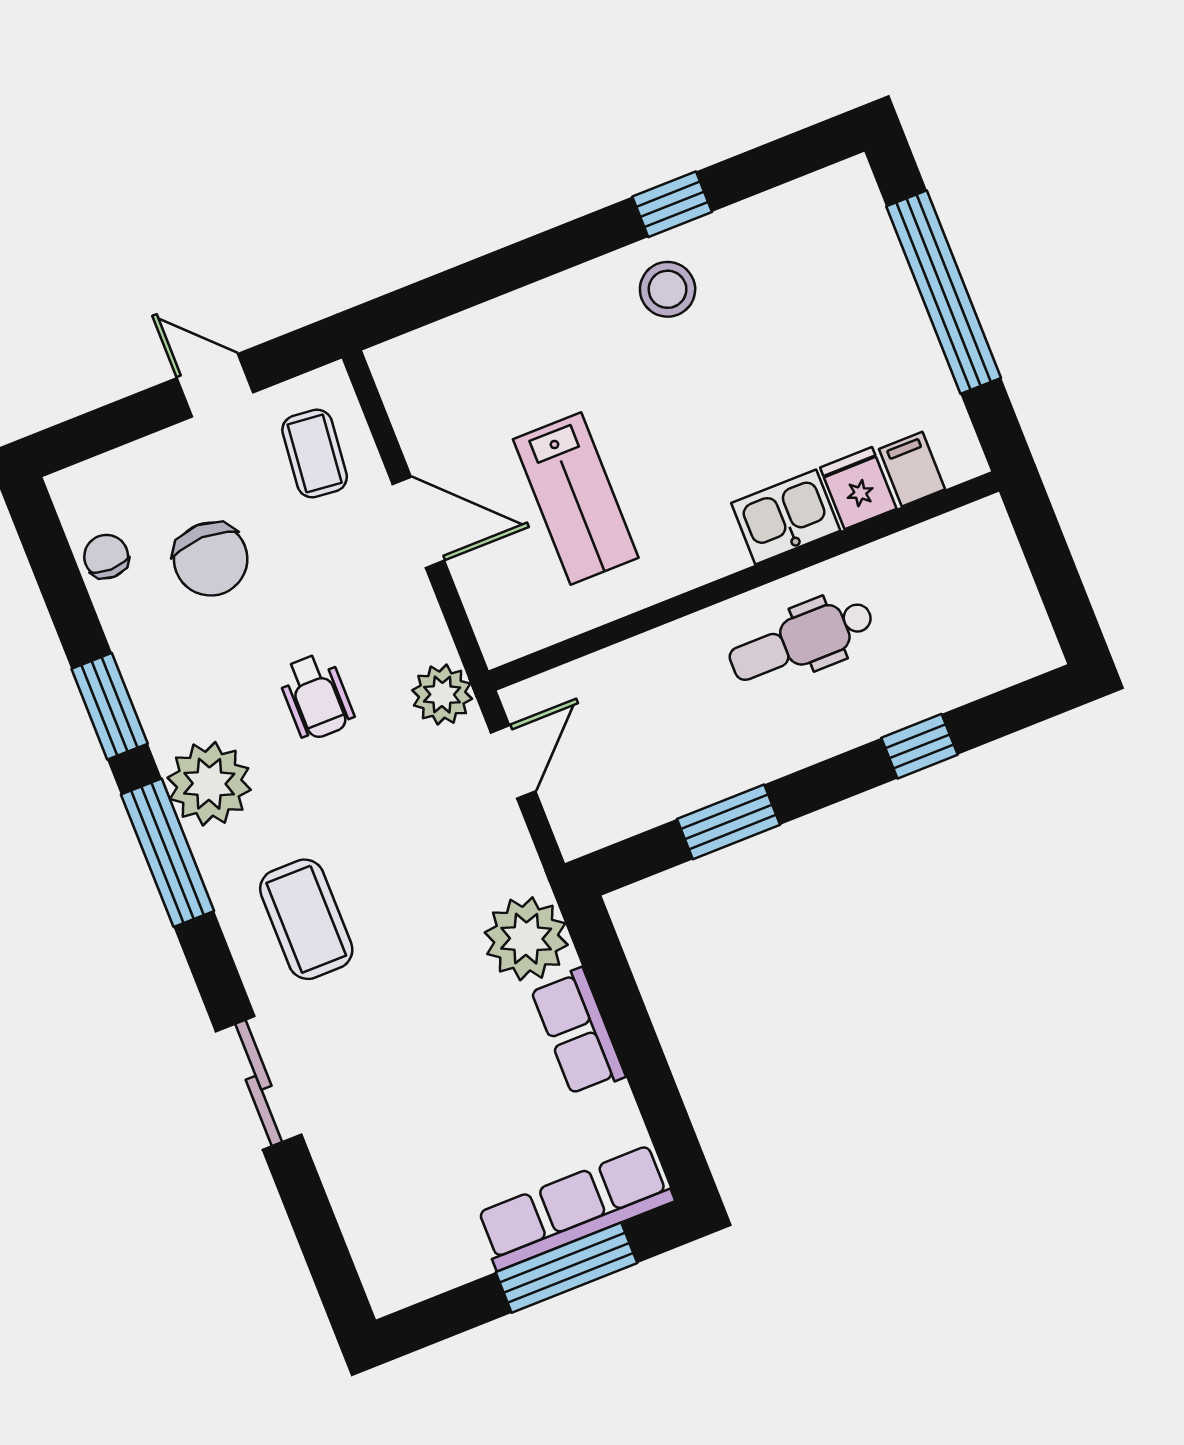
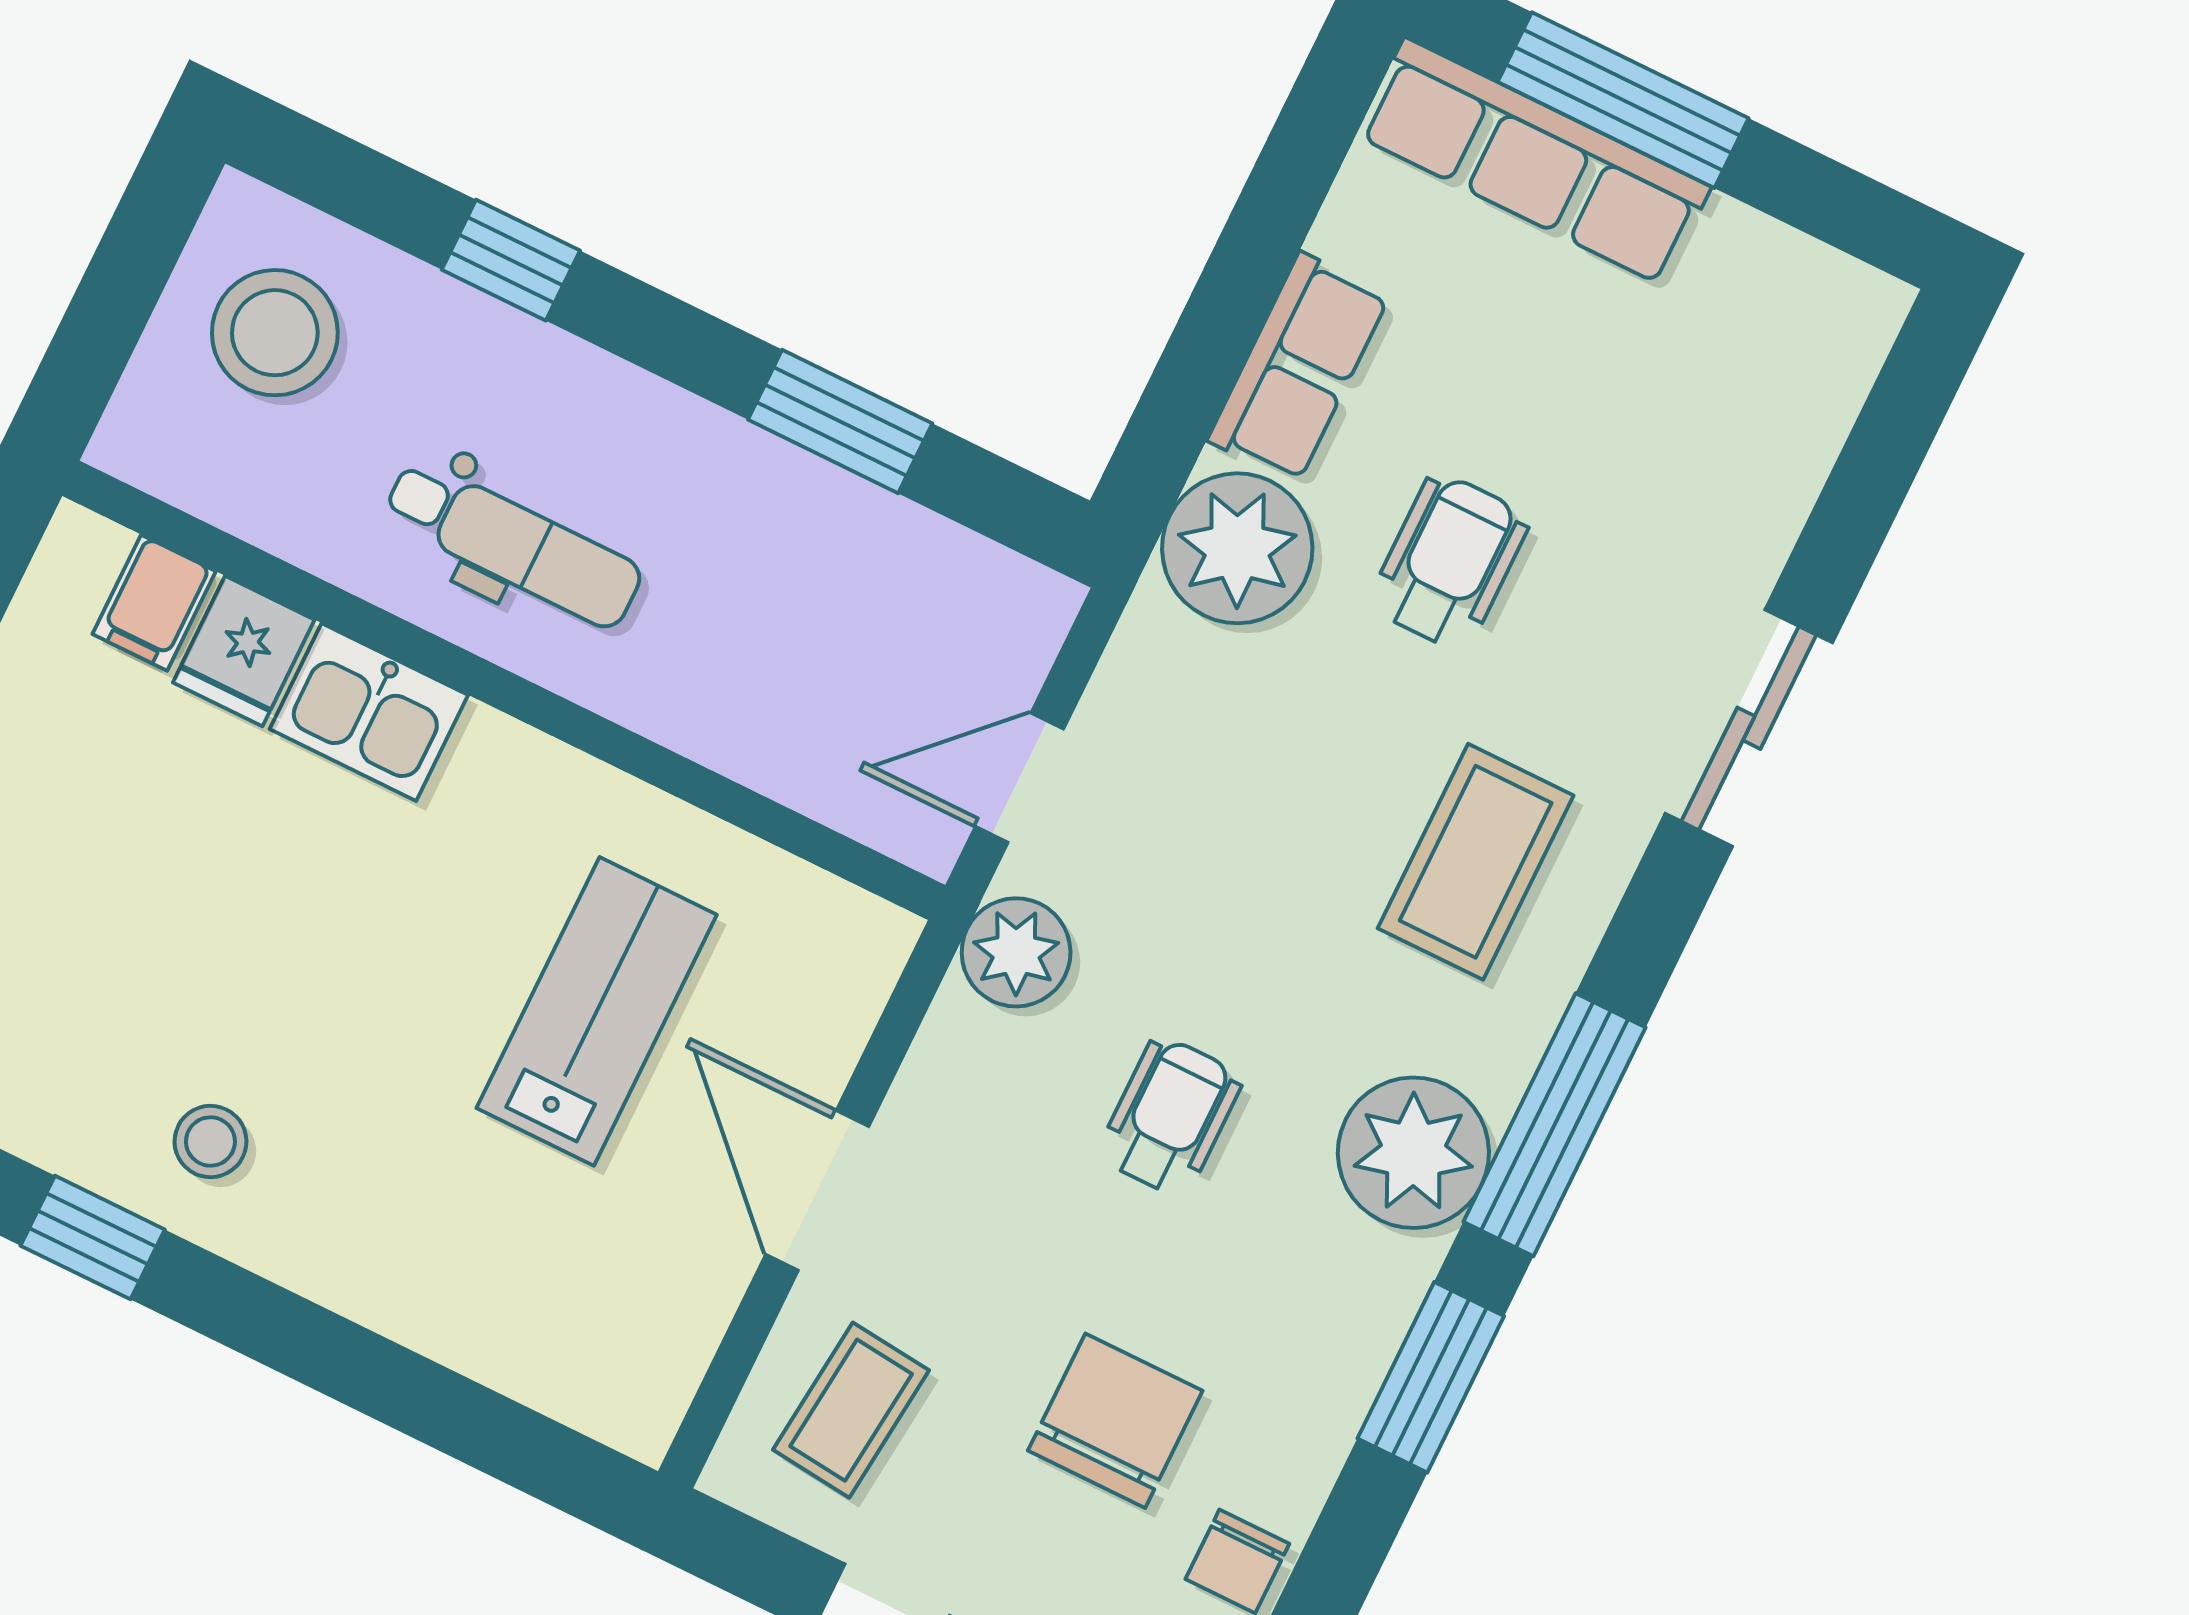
stool: (668, 289) -> (210, 1141), width x0.73, depth x0.73
stool: (979, 621) -> (275, 333), added
wheelchair: (441, 1021) -> (1449, 562), added

